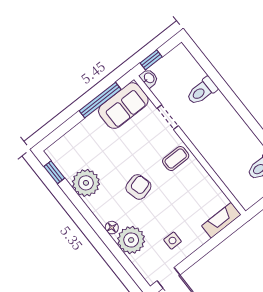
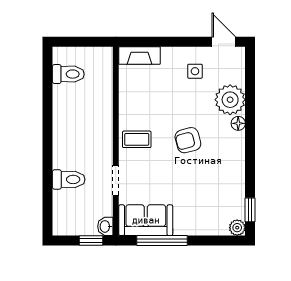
plant: (86, 183) -> (237, 228), moved, width x0.53, depth x0.53

